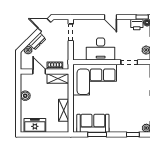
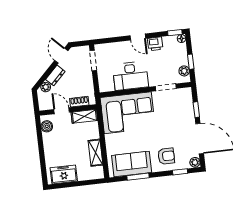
printer: (137, 24) -> (155, 44), moved
door: (44, 25) -> (61, 56), hinge flipped
boiler: (25, 96) -> (47, 126), moved
armchair: (123, 120) -> (166, 156), added

